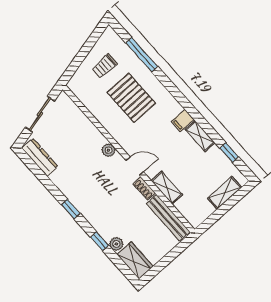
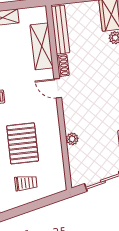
plant: (108, 150) -> (72, 139), moved
shelving: (167, 188) -> (42, 46), width x1.50, depth x1.33

